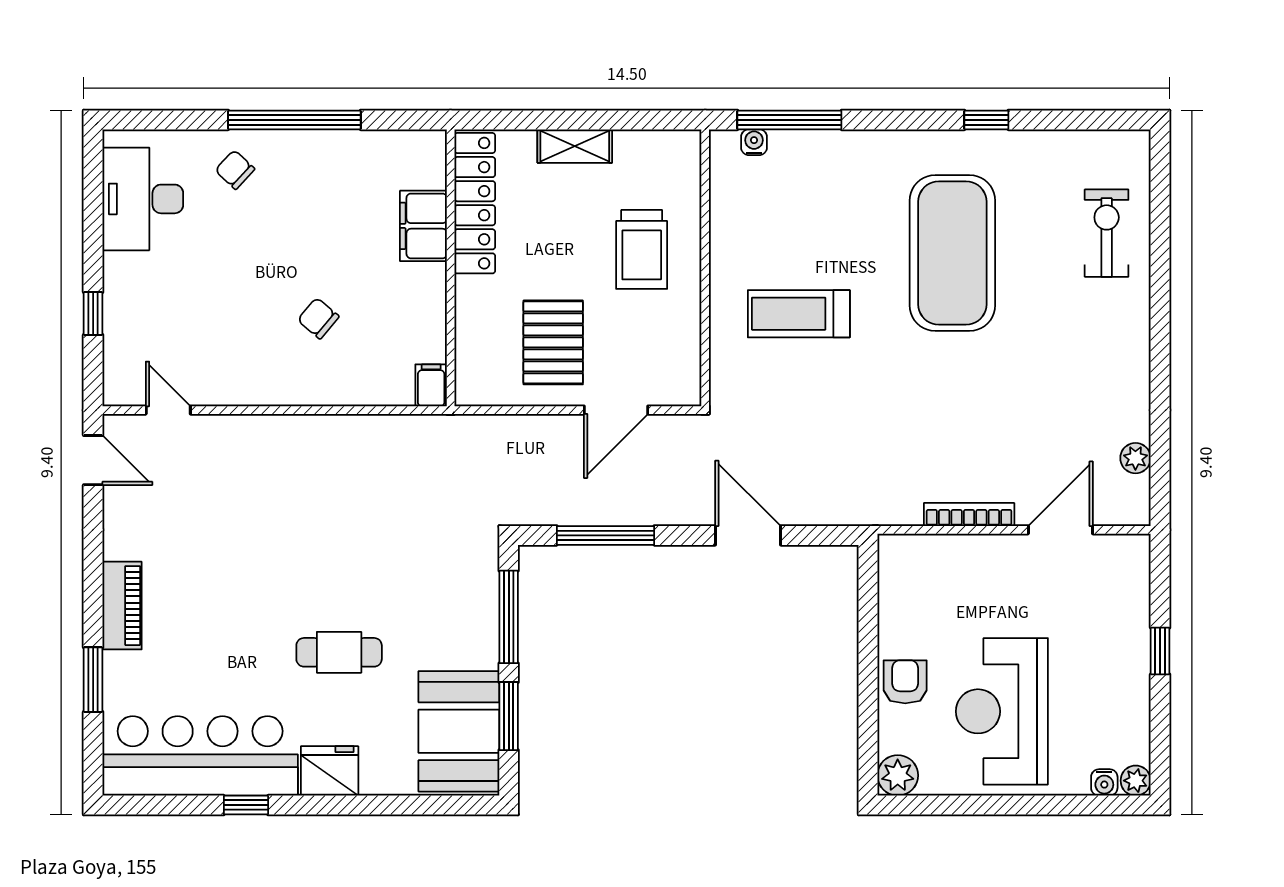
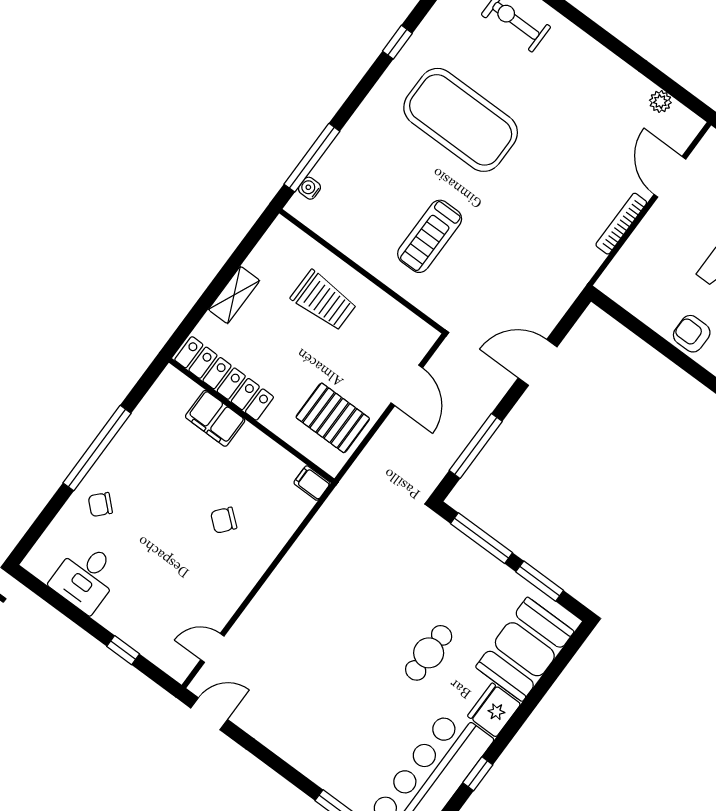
desk: (143, 199) -> (86, 577), width x0.73
pallet: (553, 342) -> (333, 418), moved
piano: (122, 606) -> (307, 760), removed
booth: (459, 731) -> (525, 649), moved, turned 90

